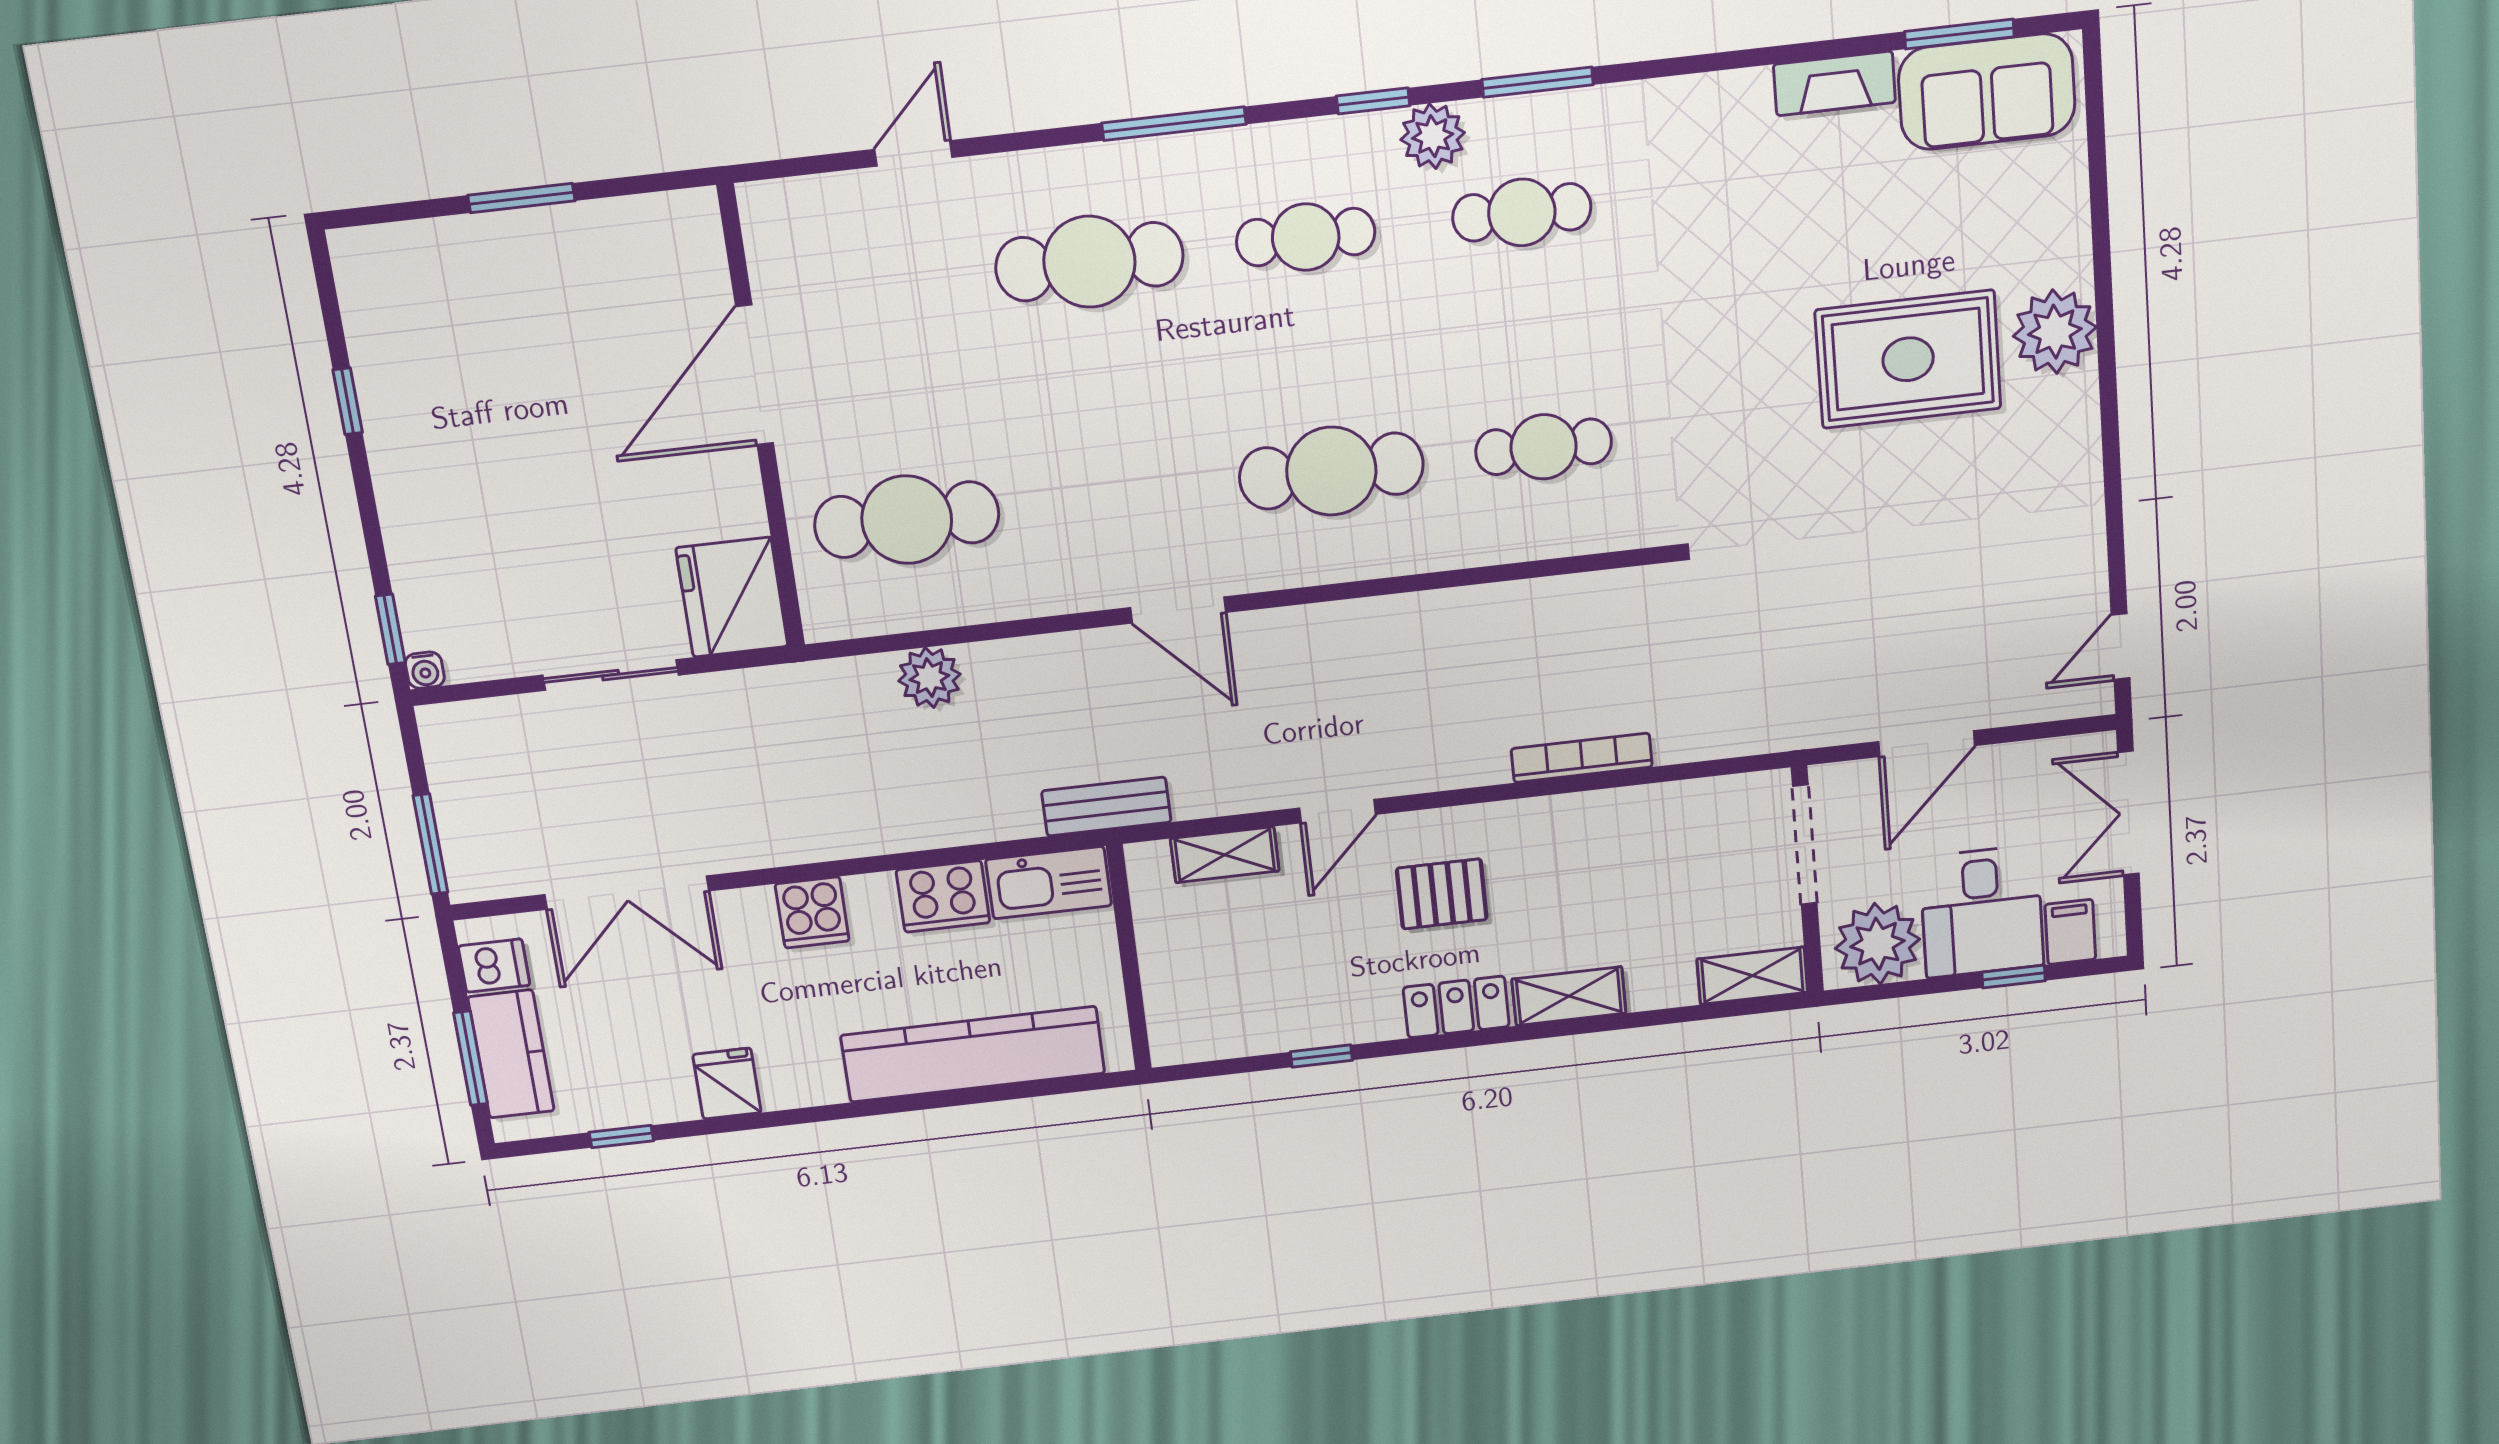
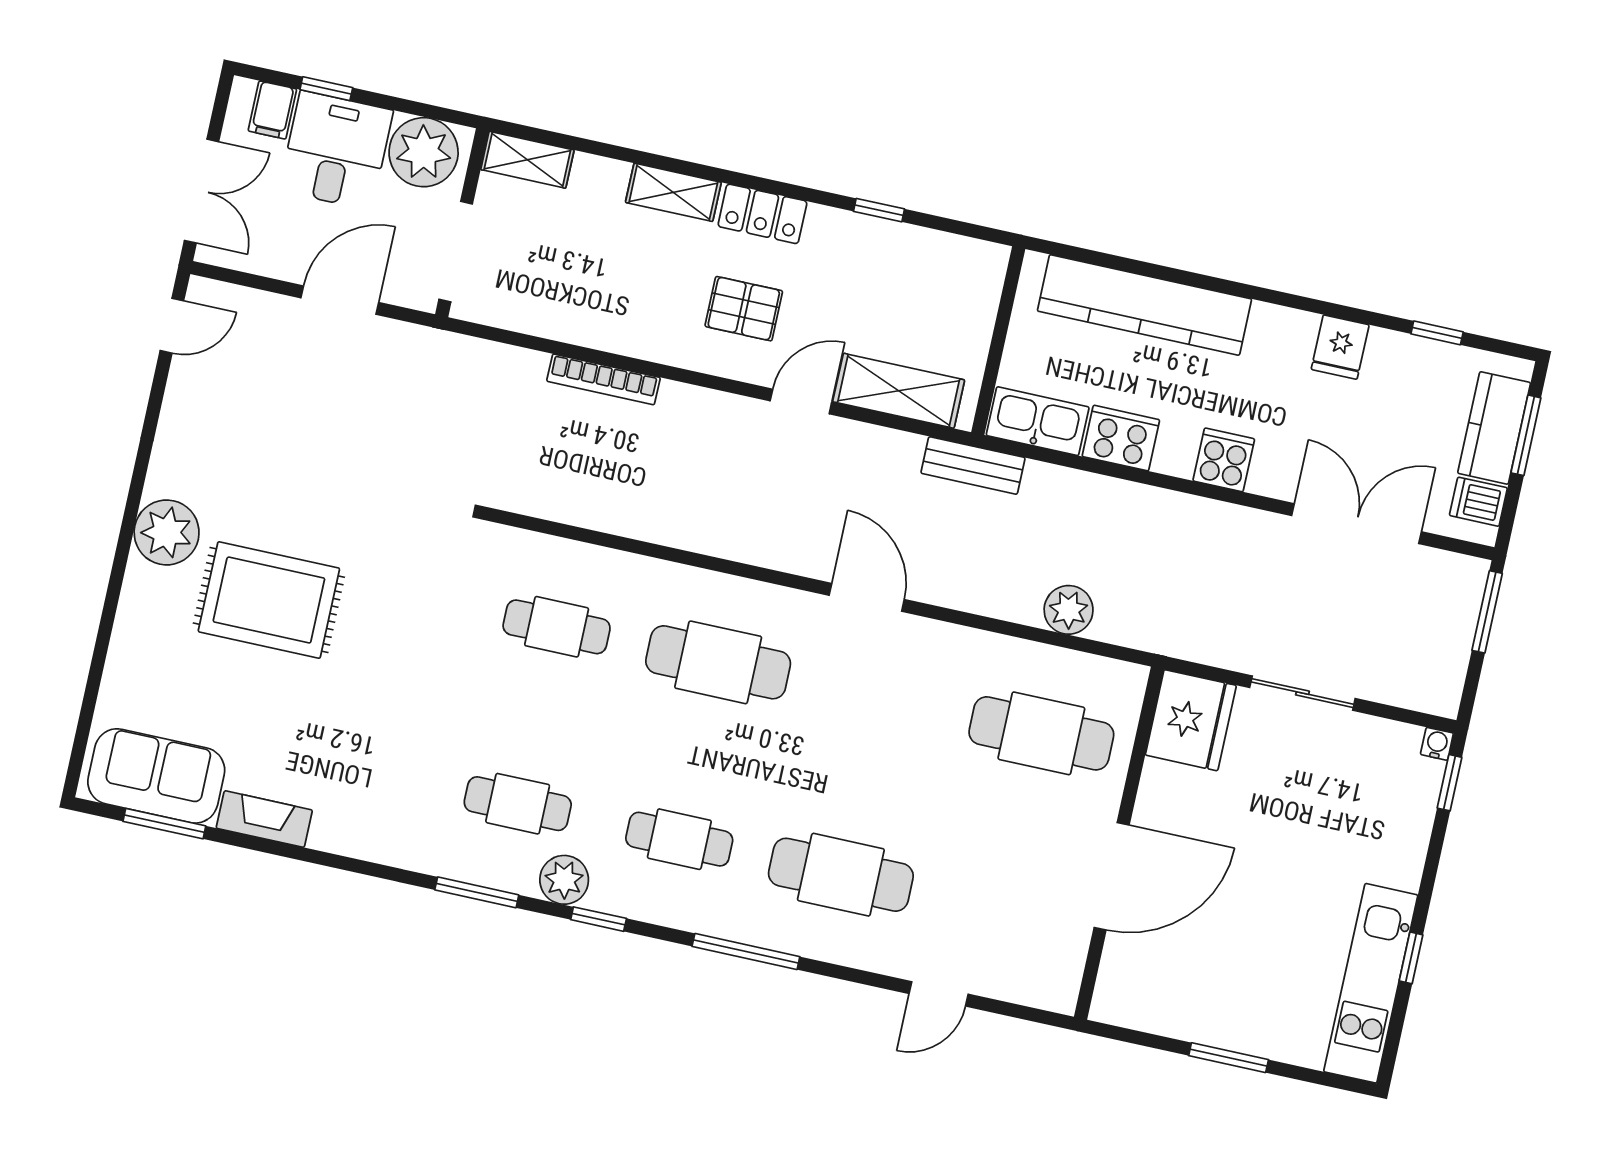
plant: (2055, 332) -> (167, 532), moved
kitchen unit: (384, 353) -> (1371, 983), added
shelving: (1225, 855) -> (899, 391), width x1.50, depth x1.33

